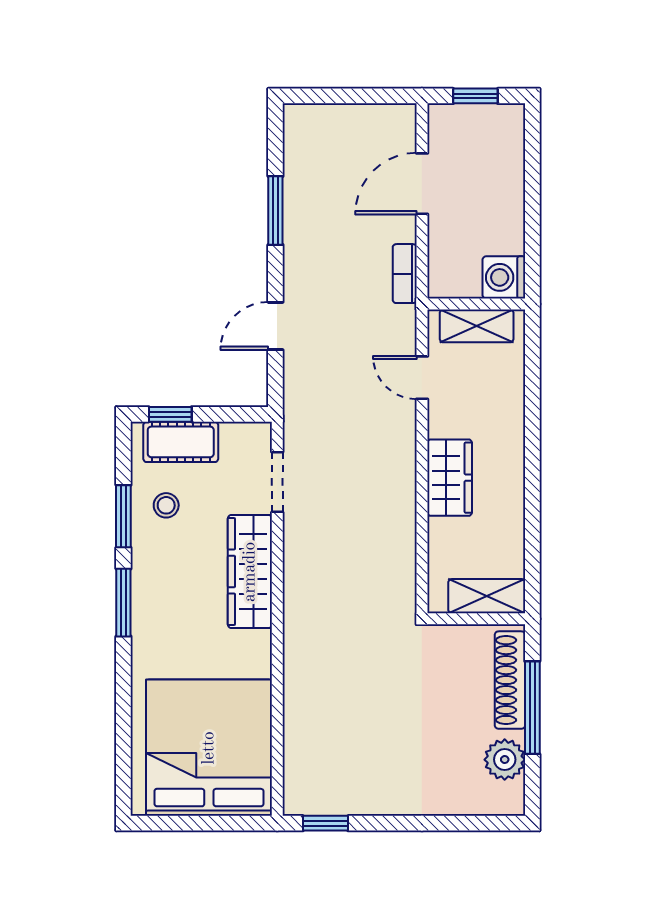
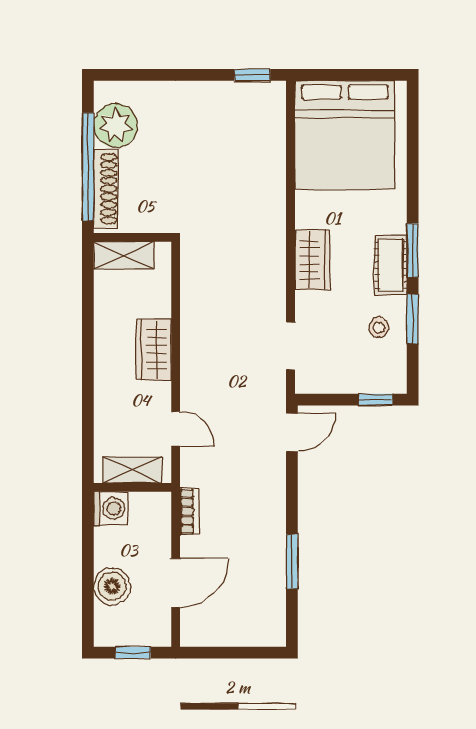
boiler: (502, 179) -> (112, 586), added
door: (275, 326) -> (292, 432), moved
cot: (181, 442) -> (391, 265), moved, turned 90
wardrobe: (250, 572) -> (312, 260), width x0.67
window: (532, 708) -> (88, 167), width x1.46
plant: (505, 760) -> (116, 126), width x1.36, depth x1.36

